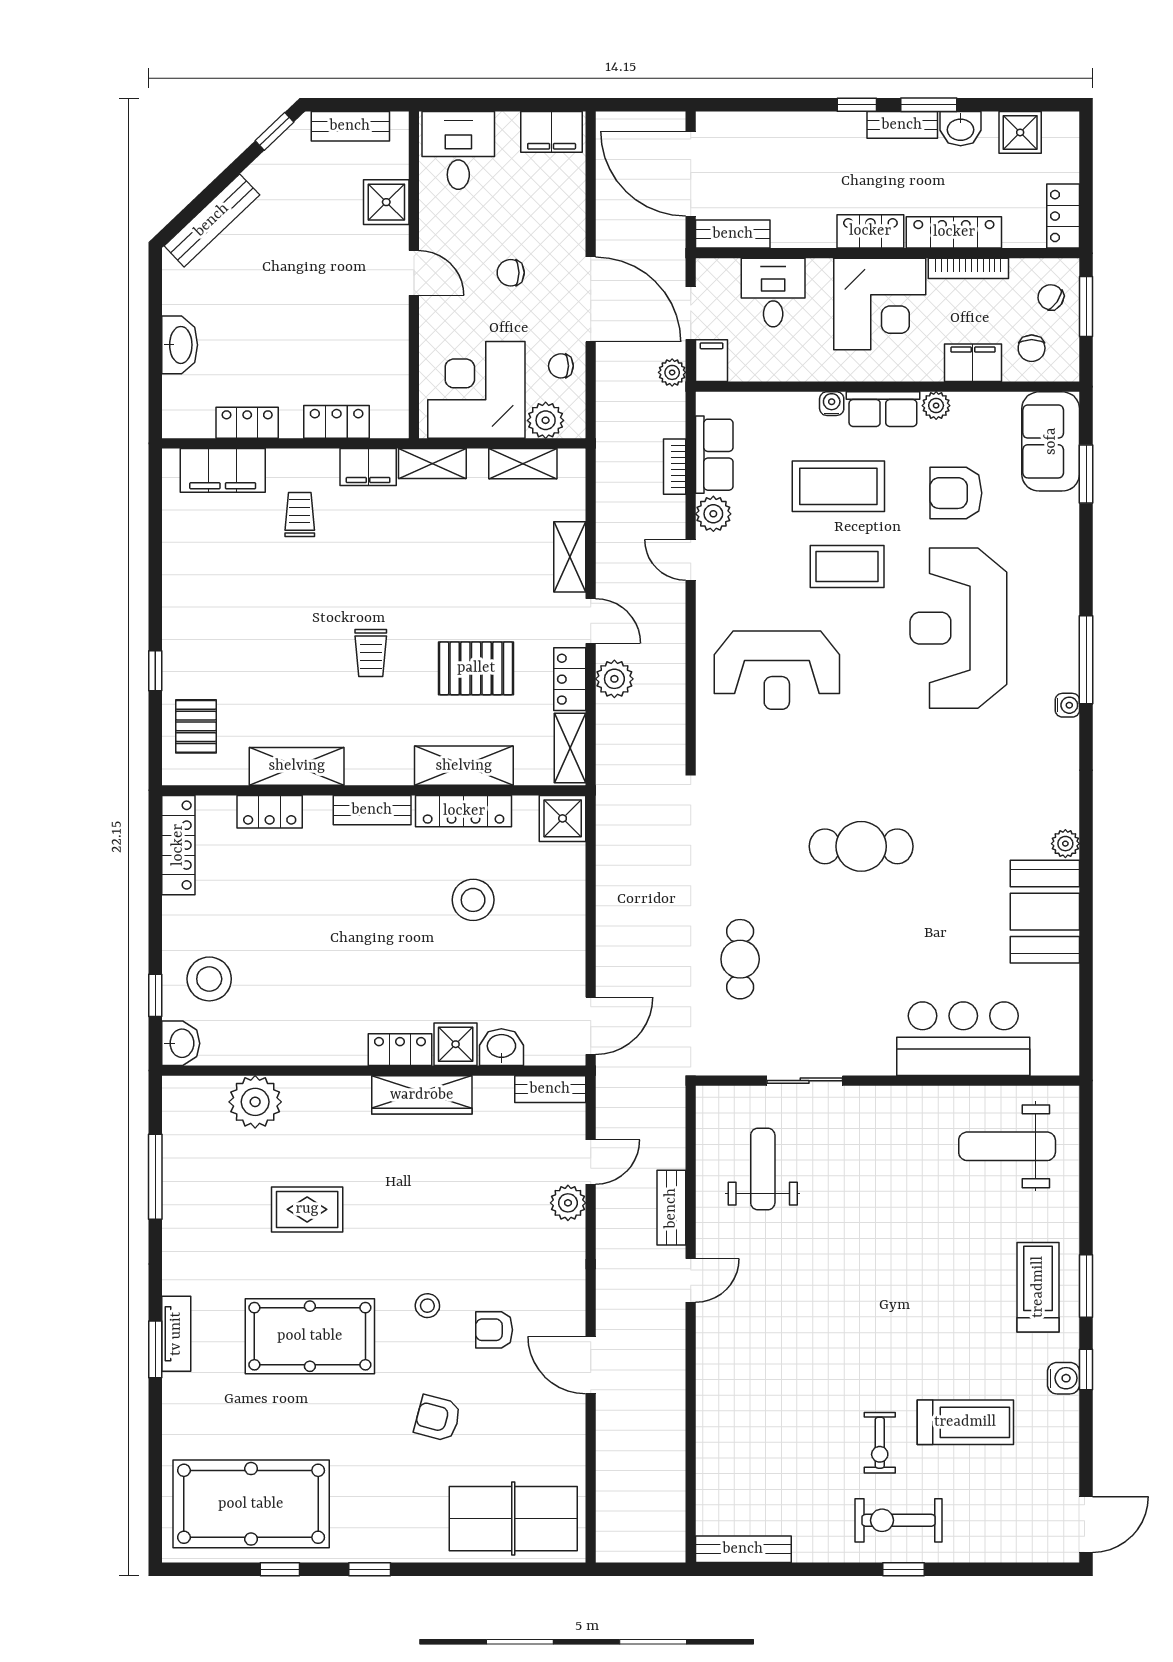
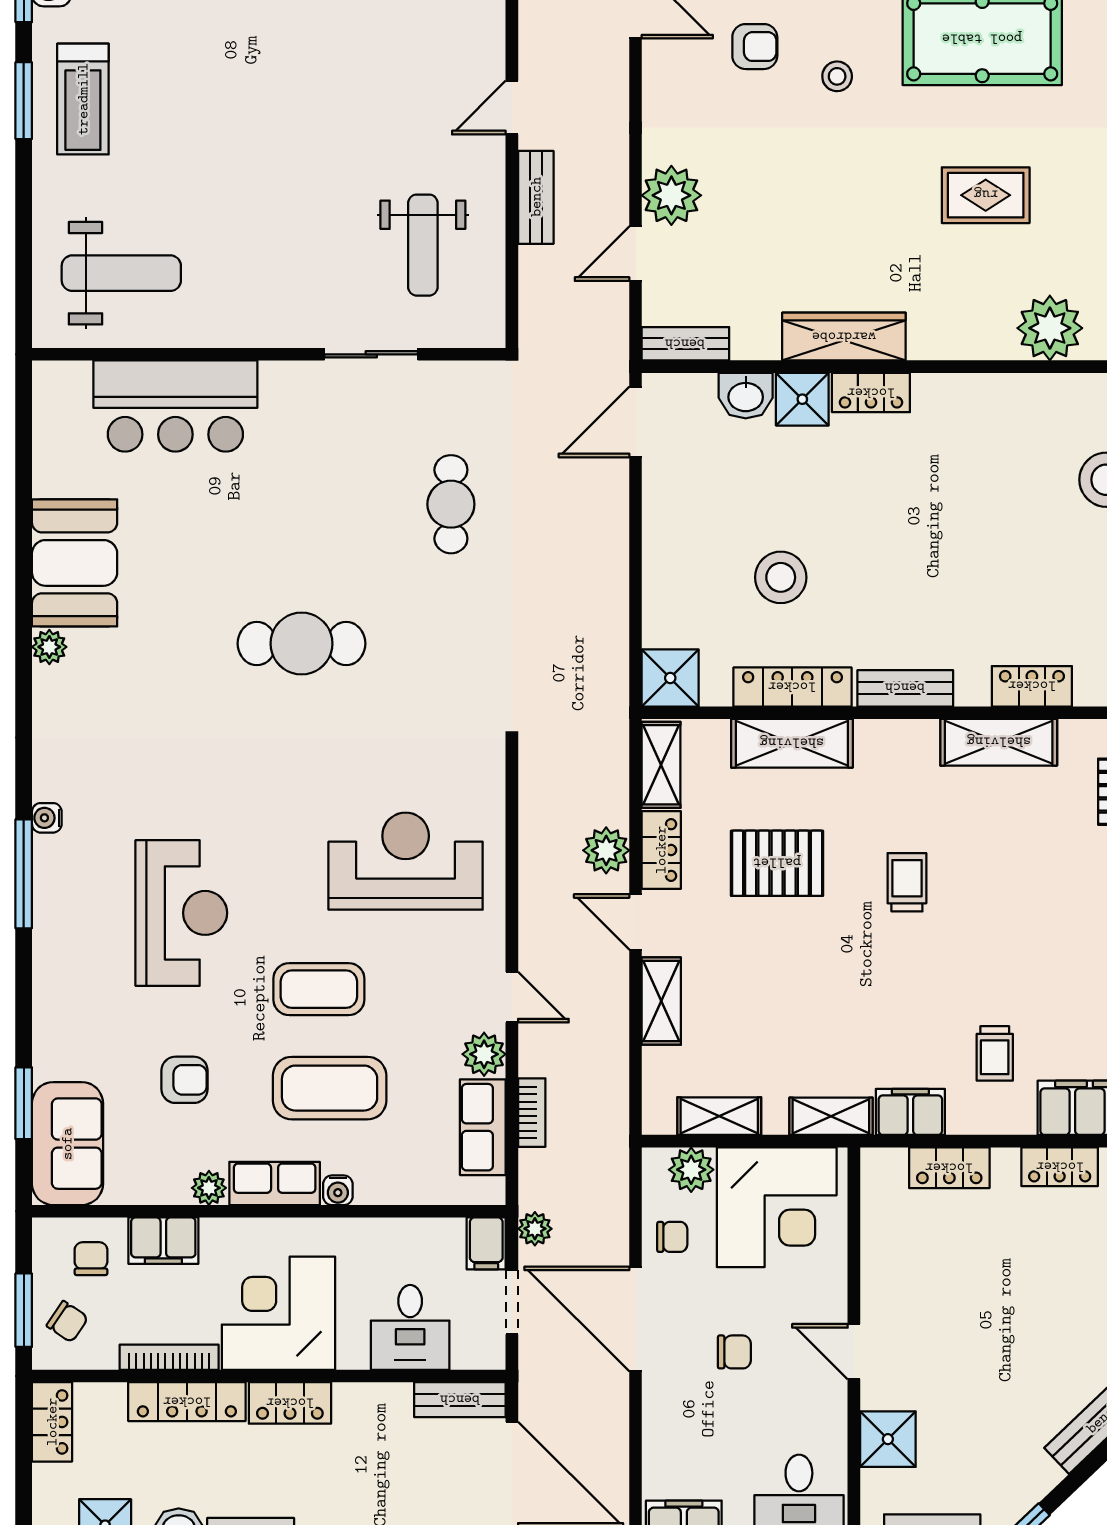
armchair: (956, 493) -> (185, 1080), width x0.72, depth x0.72
reception desk: (958, 628) -> (181, 913), width x0.74, depth x0.77
plant: (568, 1203) -> (671, 195), width x1.36, depth x1.36

